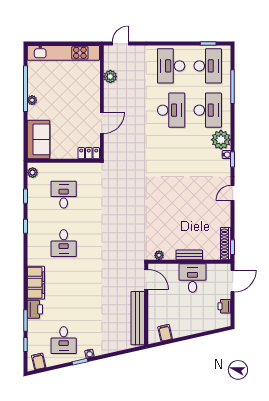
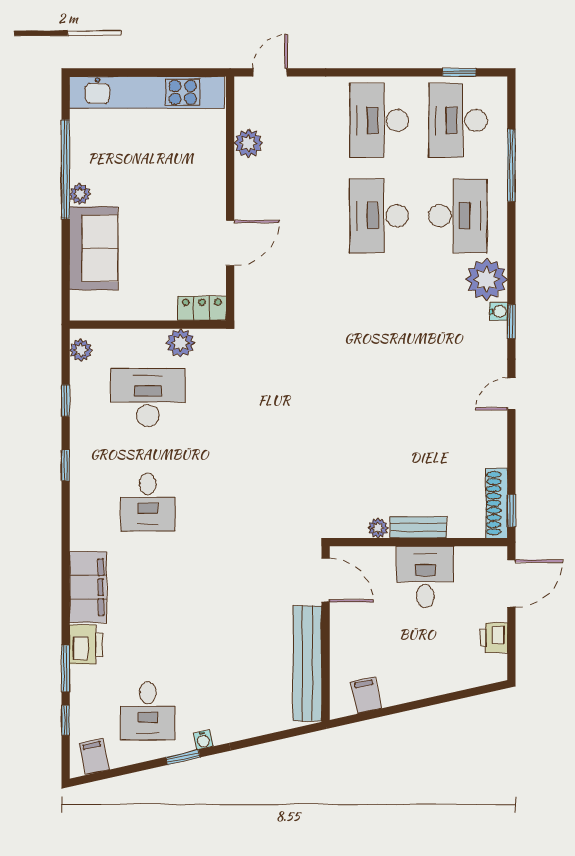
desk: (208, 66) -> (458, 120), turned 180
desk: (171, 110) -> (379, 216), turned 180
sofa: (38, 139) -> (94, 248), moved
plant: (79, 169) -> (181, 343), added
desk: (64, 195) -> (148, 397), width x1.37
plant: (159, 255) -> (378, 528), moved

